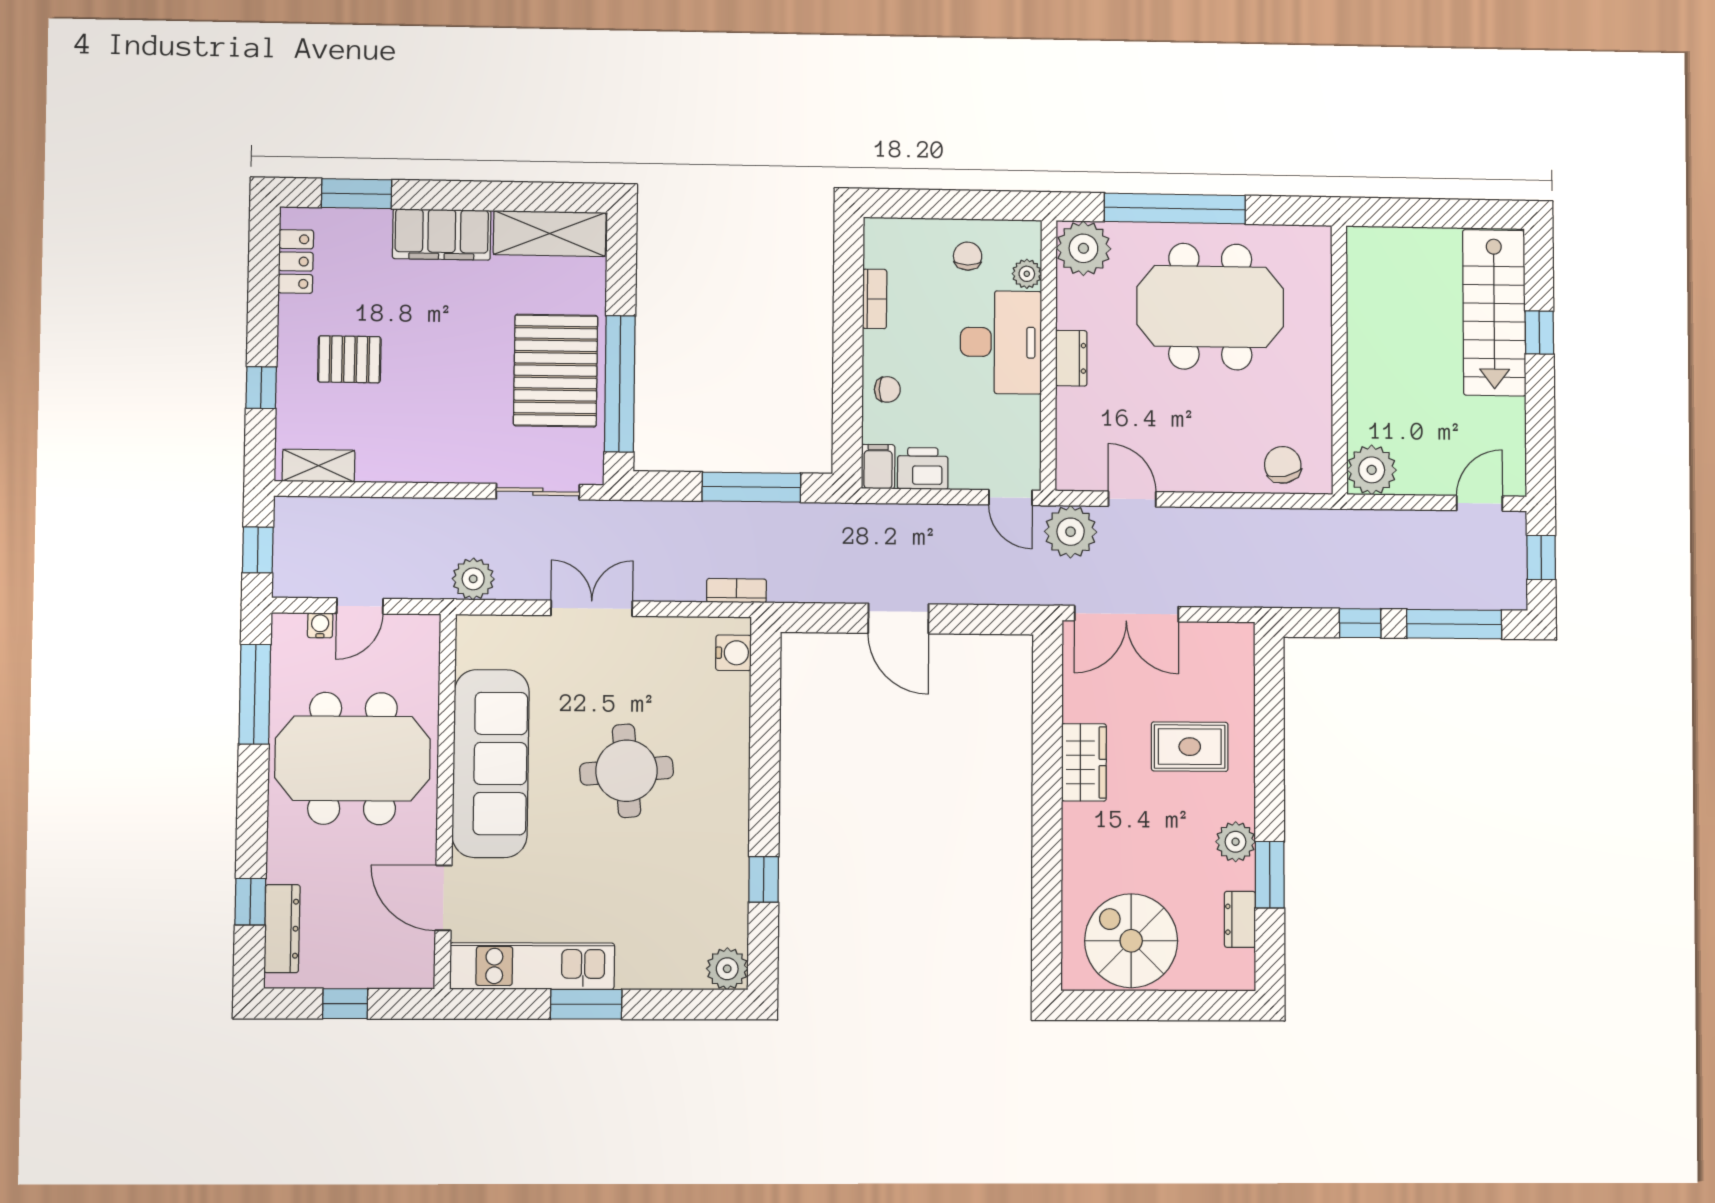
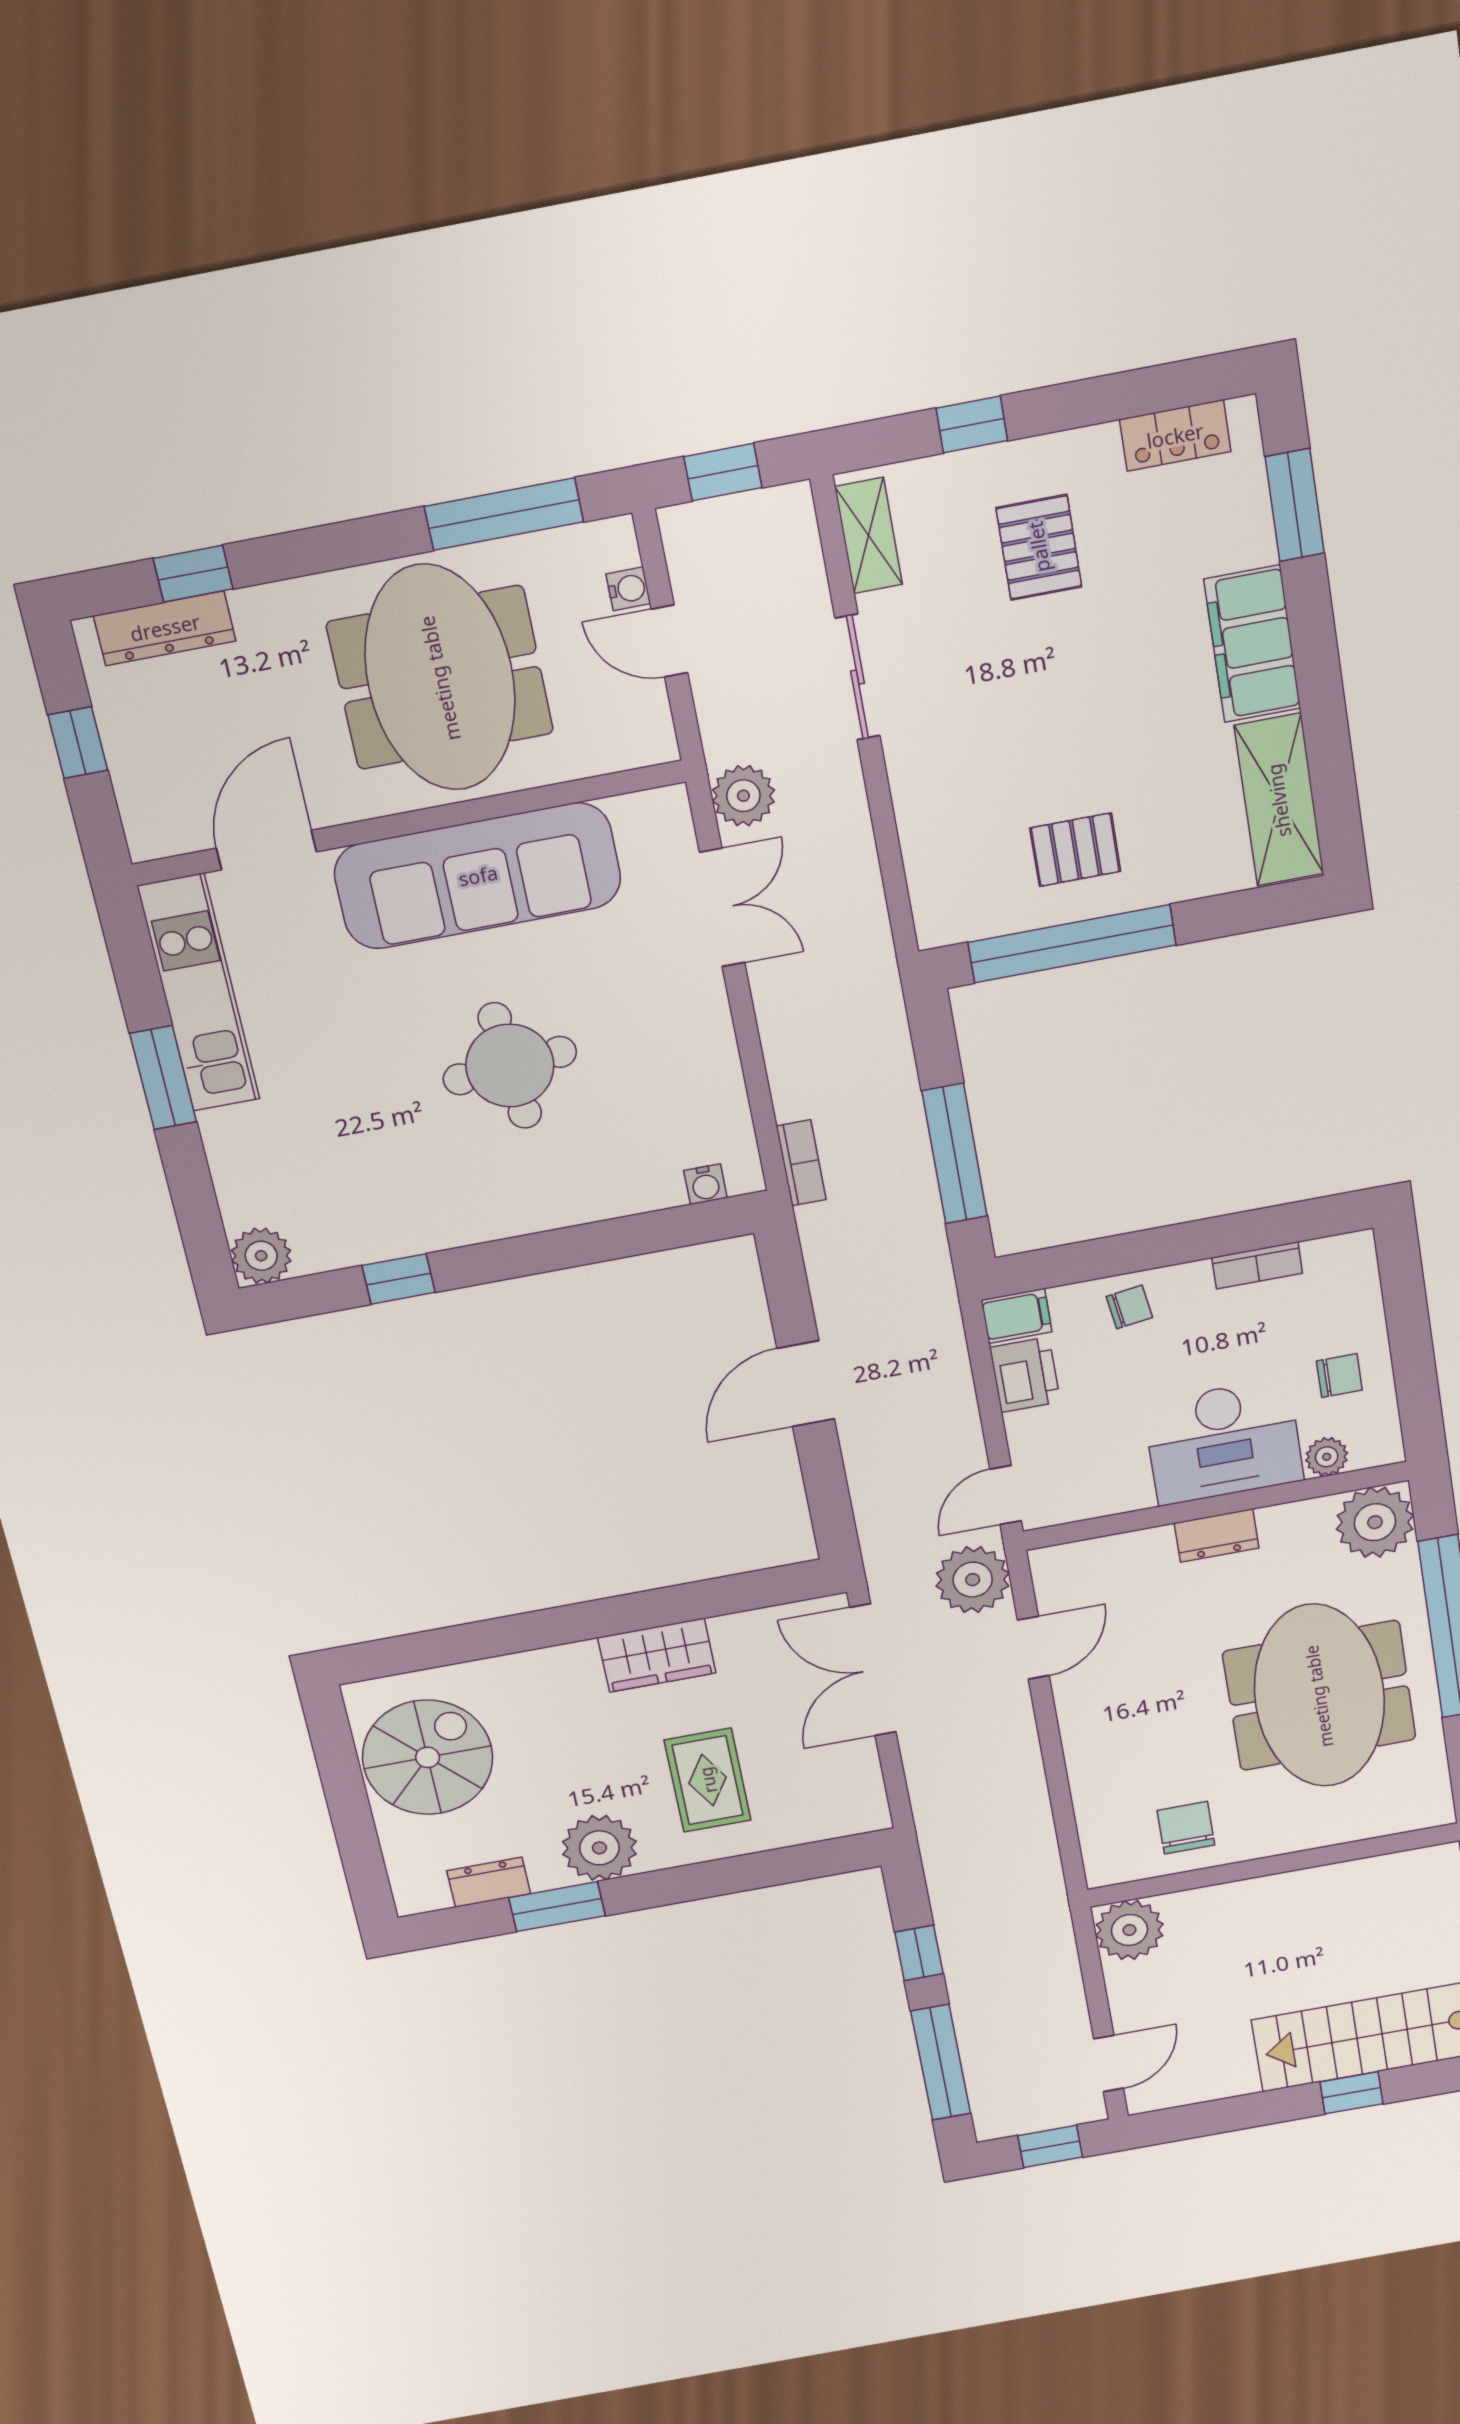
pallet: (556, 371) -> (1075, 850), width x0.49, depth x0.50
chair: (887, 389) -> (1129, 1307), turned -98
chair: (1283, 465) -> (1186, 1828), moved, turned -78
sliding door: (538, 492) -> (858, 677), moved
door: (1480, 503) -> (1109, 2064), hinge flipped
double door: (592, 608) -> (722, 908), moved
water cooler: (734, 653) -> (705, 1184), width x0.72, depth x0.72
plant: (1236, 842) -> (599, 1848), width x1.36, depth x1.36

